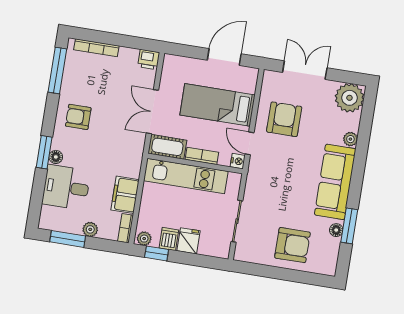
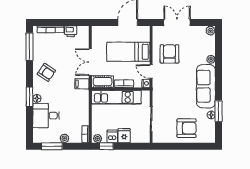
printer: (149, 60) -> (71, 31), moved
plant: (349, 98) -> (210, 31), width x0.53, depth x0.53
armchair: (78, 117) -> (46, 72), turned -146
filing cabinet: (125, 195) -> (82, 84), moved, width x0.50

